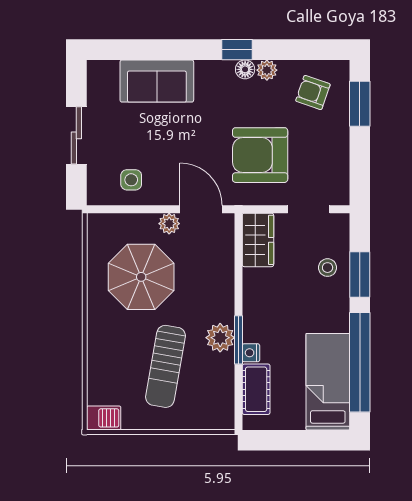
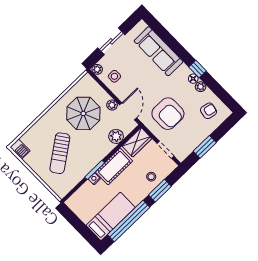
sofa: (157, 81) -> (159, 51), width x1.36
armchair: (313, 92) -> (209, 111), turned 82
window: (360, 104) -> (205, 147), moved
armchair: (260, 155) -> (168, 114), turned 180
plant: (97, 195) -> (97, 69), added
plant: (220, 338) -> (116, 136), moved
sun lounger: (165, 366) -> (60, 153), turned -46
cot: (256, 389) -> (114, 167), moved, width x1.37, depth x1.34

